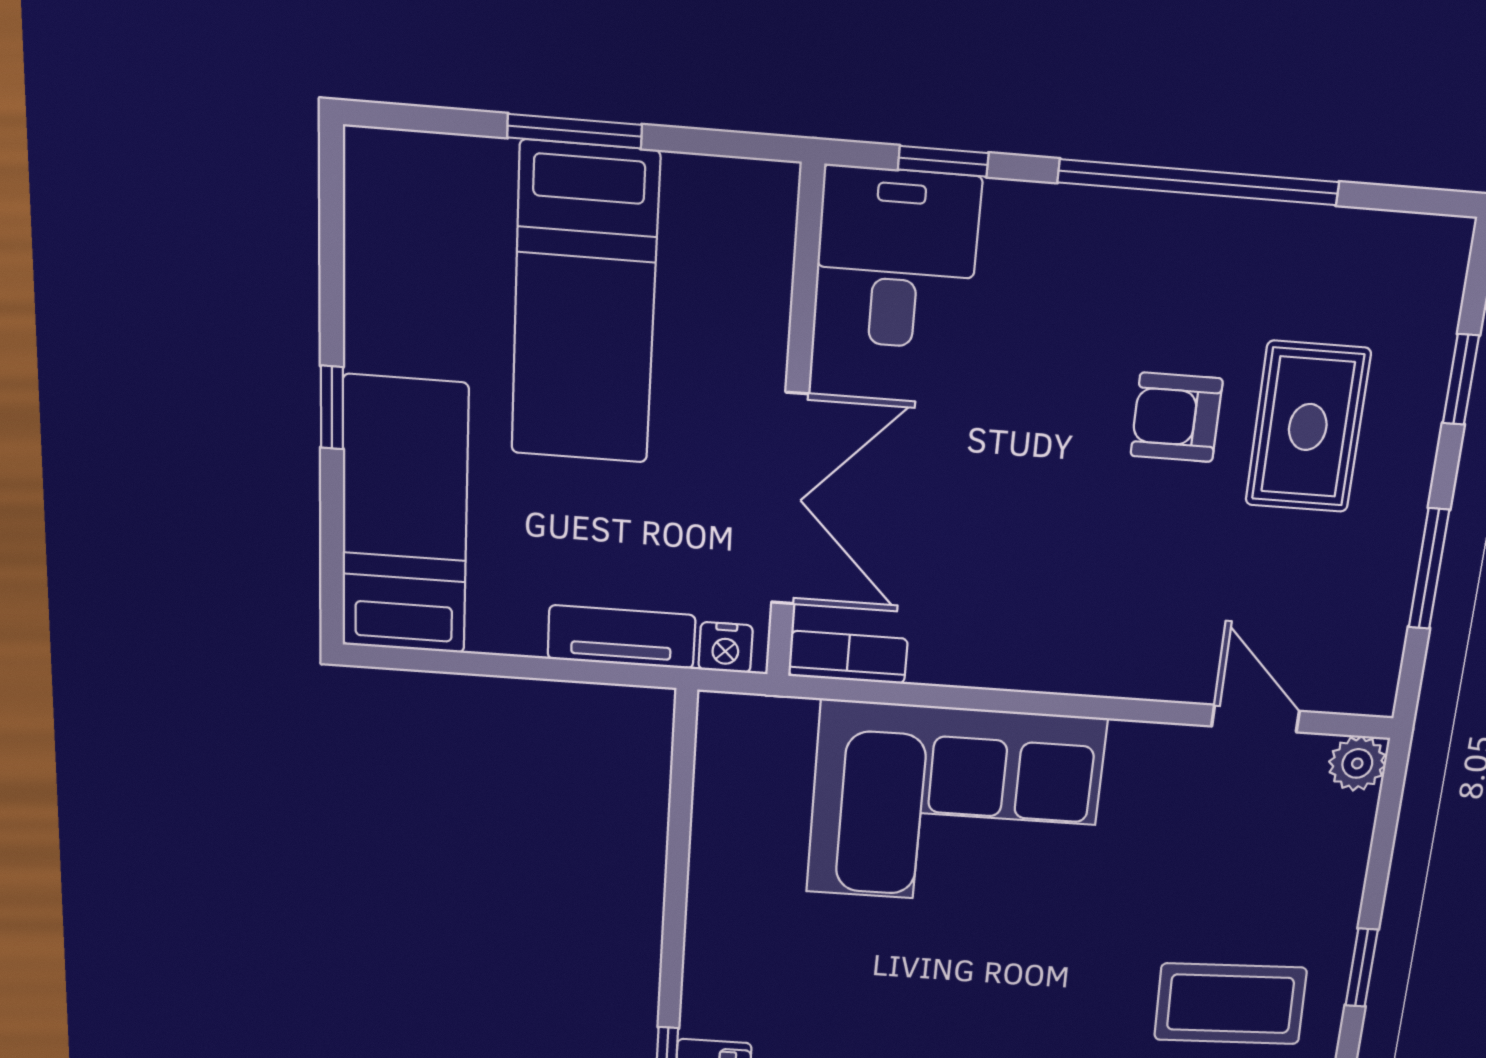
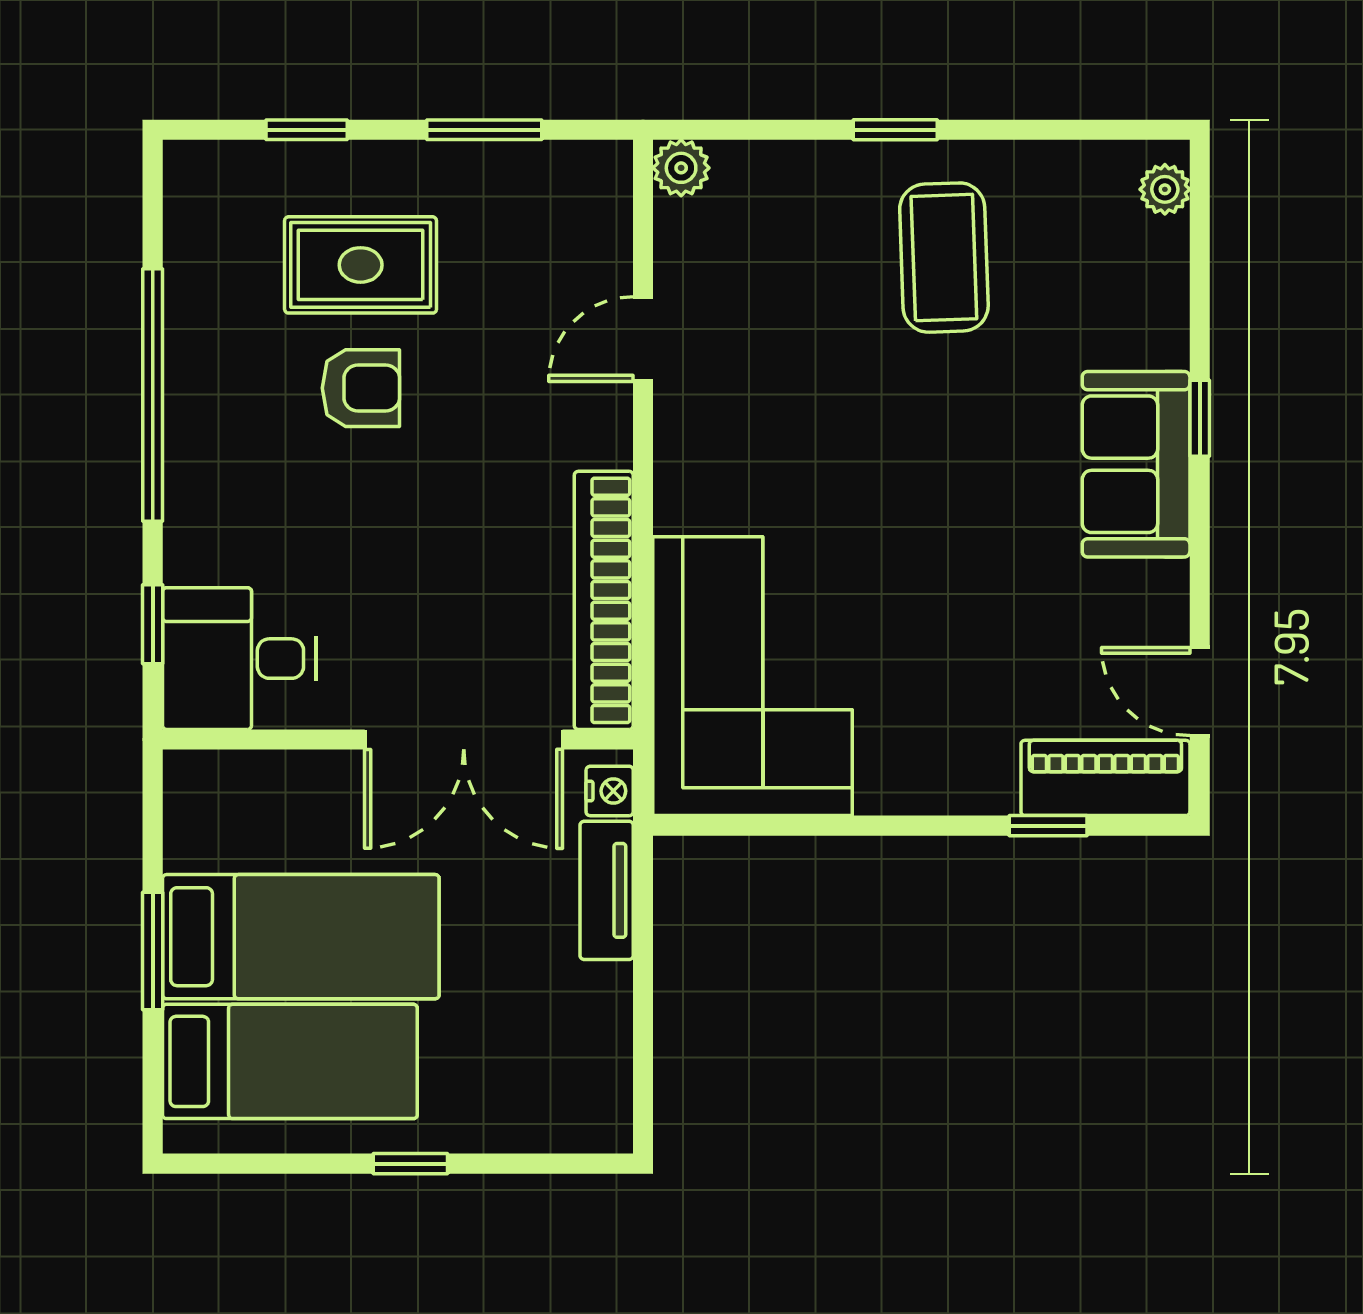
armchair: (1176, 417) -> (361, 388), turned -90
double door: (790, 500) -> (464, 739), swing flipped
bed: (405, 516) -> (290, 1061), moved, turned 180
bookcase: (848, 657) -> (604, 600), width x2.31, depth x1.31
door: (1256, 719) -> (643, 339), moved
corner sofa: (955, 806) -> (753, 676), moved

